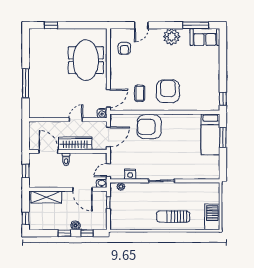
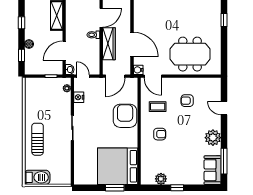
armchair: (124, 48) -> (187, 101), moved
plant: (214, 90) -> (161, 179), added
armchair: (168, 91) -> (160, 134), width x0.53, depth x0.53
window: (223, 99) -> (177, 188), moved
door: (76, 120) -> (132, 44), width x1.87
bed: (210, 134) -> (118, 166), width x2.04
door: (108, 137) -> (115, 76), hinge flipped
window: (64, 233) -> (21, 23), moved

